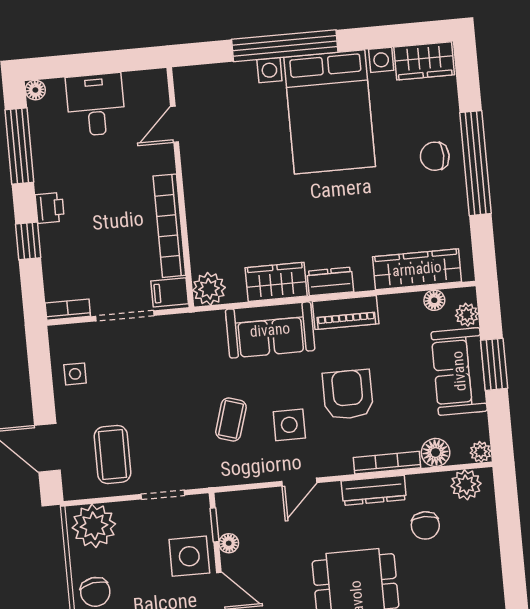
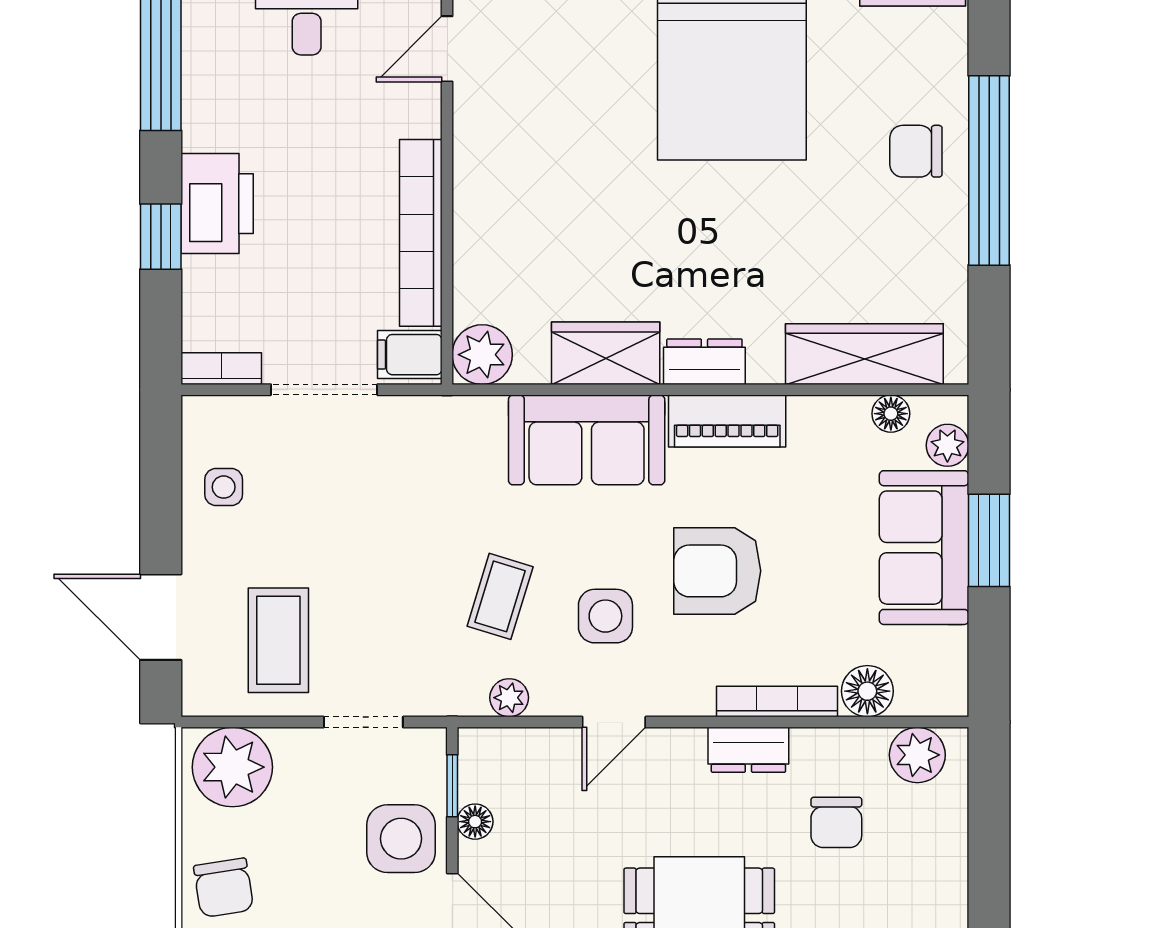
printer: (50, 208) -> (217, 204), width x1.87, depth x1.48
armchair: (348, 395) -> (717, 571), turned -90
plant: (481, 452) -> (509, 698), moved
dresser: (374, 490) -> (748, 750), width x0.70

